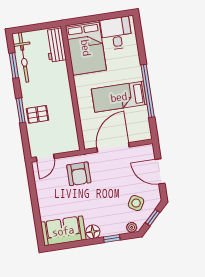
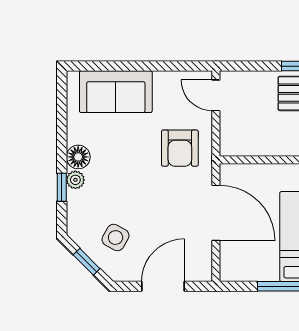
armchair: (79, 174) -> (180, 148), turned -90
plant: (132, 227) -> (75, 180), moved
sofa: (63, 231) -> (116, 92), moved, turned 90

